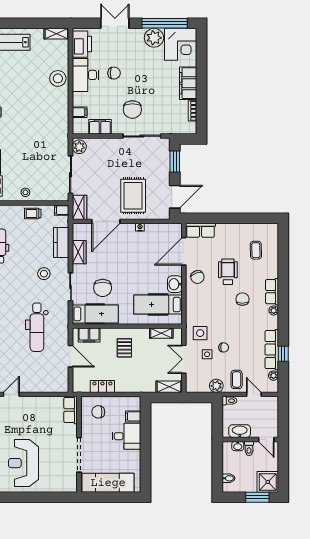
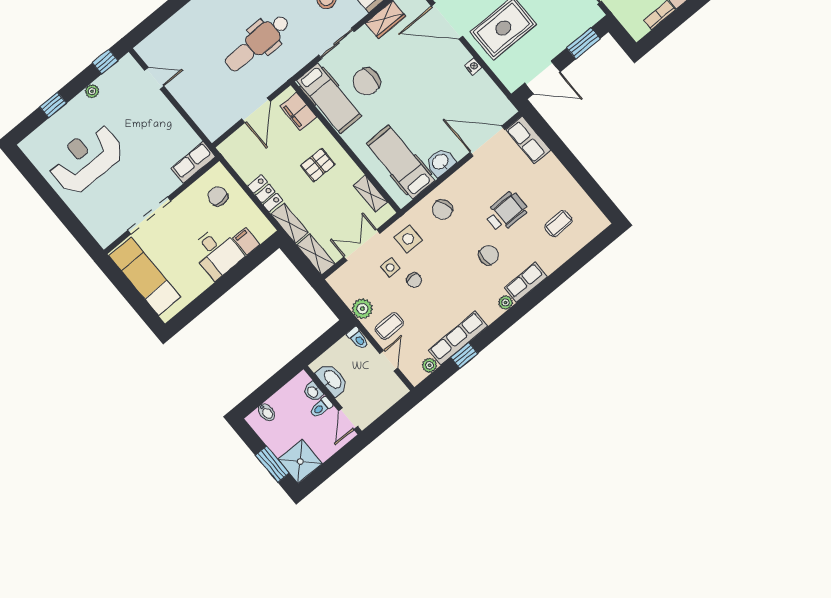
chair: (197, 277) -> (442, 210), moved
locker: (102, 386) -> (265, 193), moved
shelving: (142, 387) -> (290, 223), added

